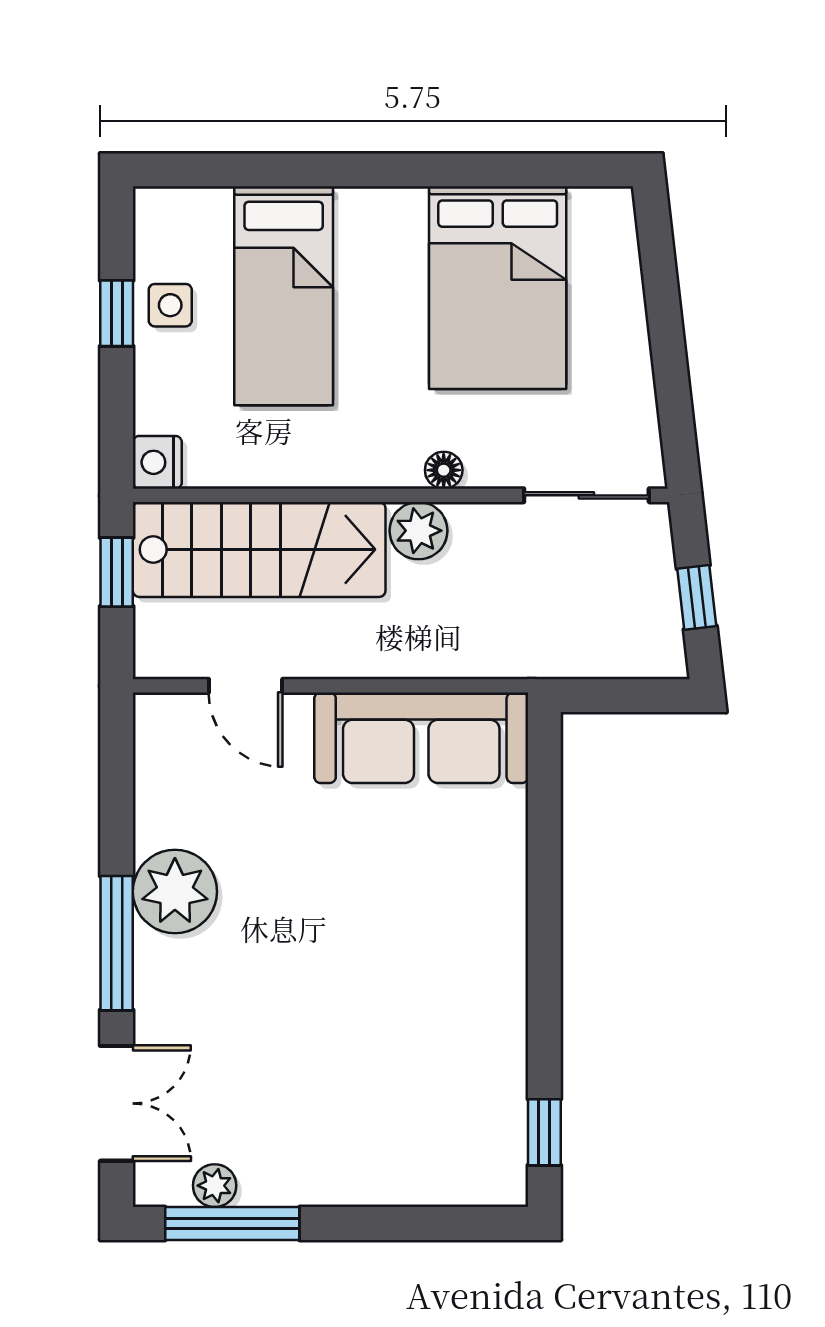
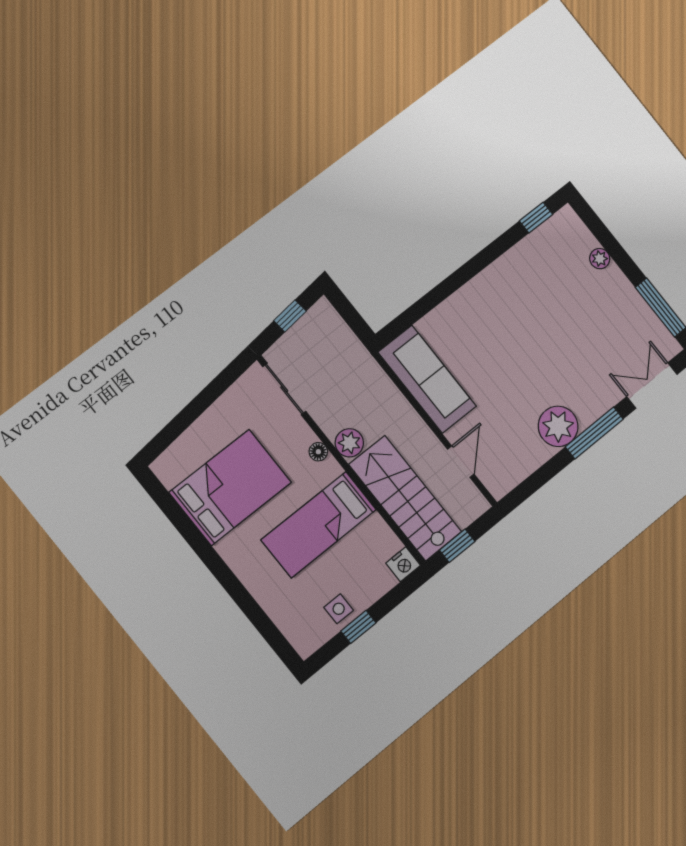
bed: (284, 296) -> (319, 525), moved, turned 180
plant: (215, 1186) -> (600, 259), moved

